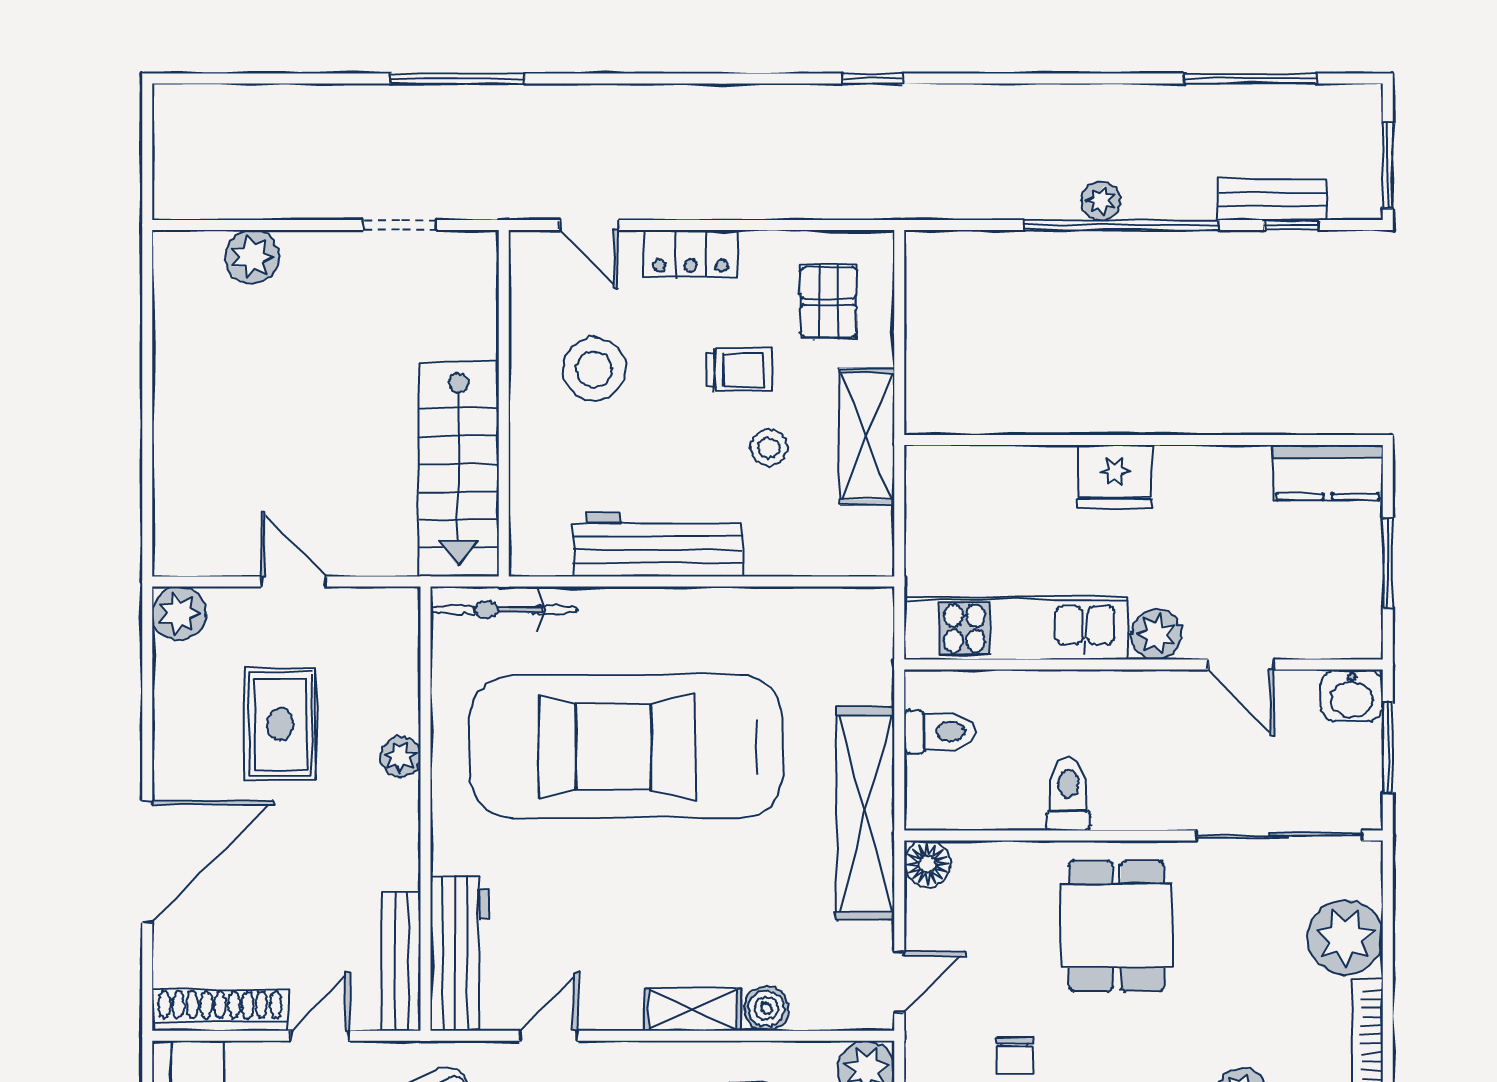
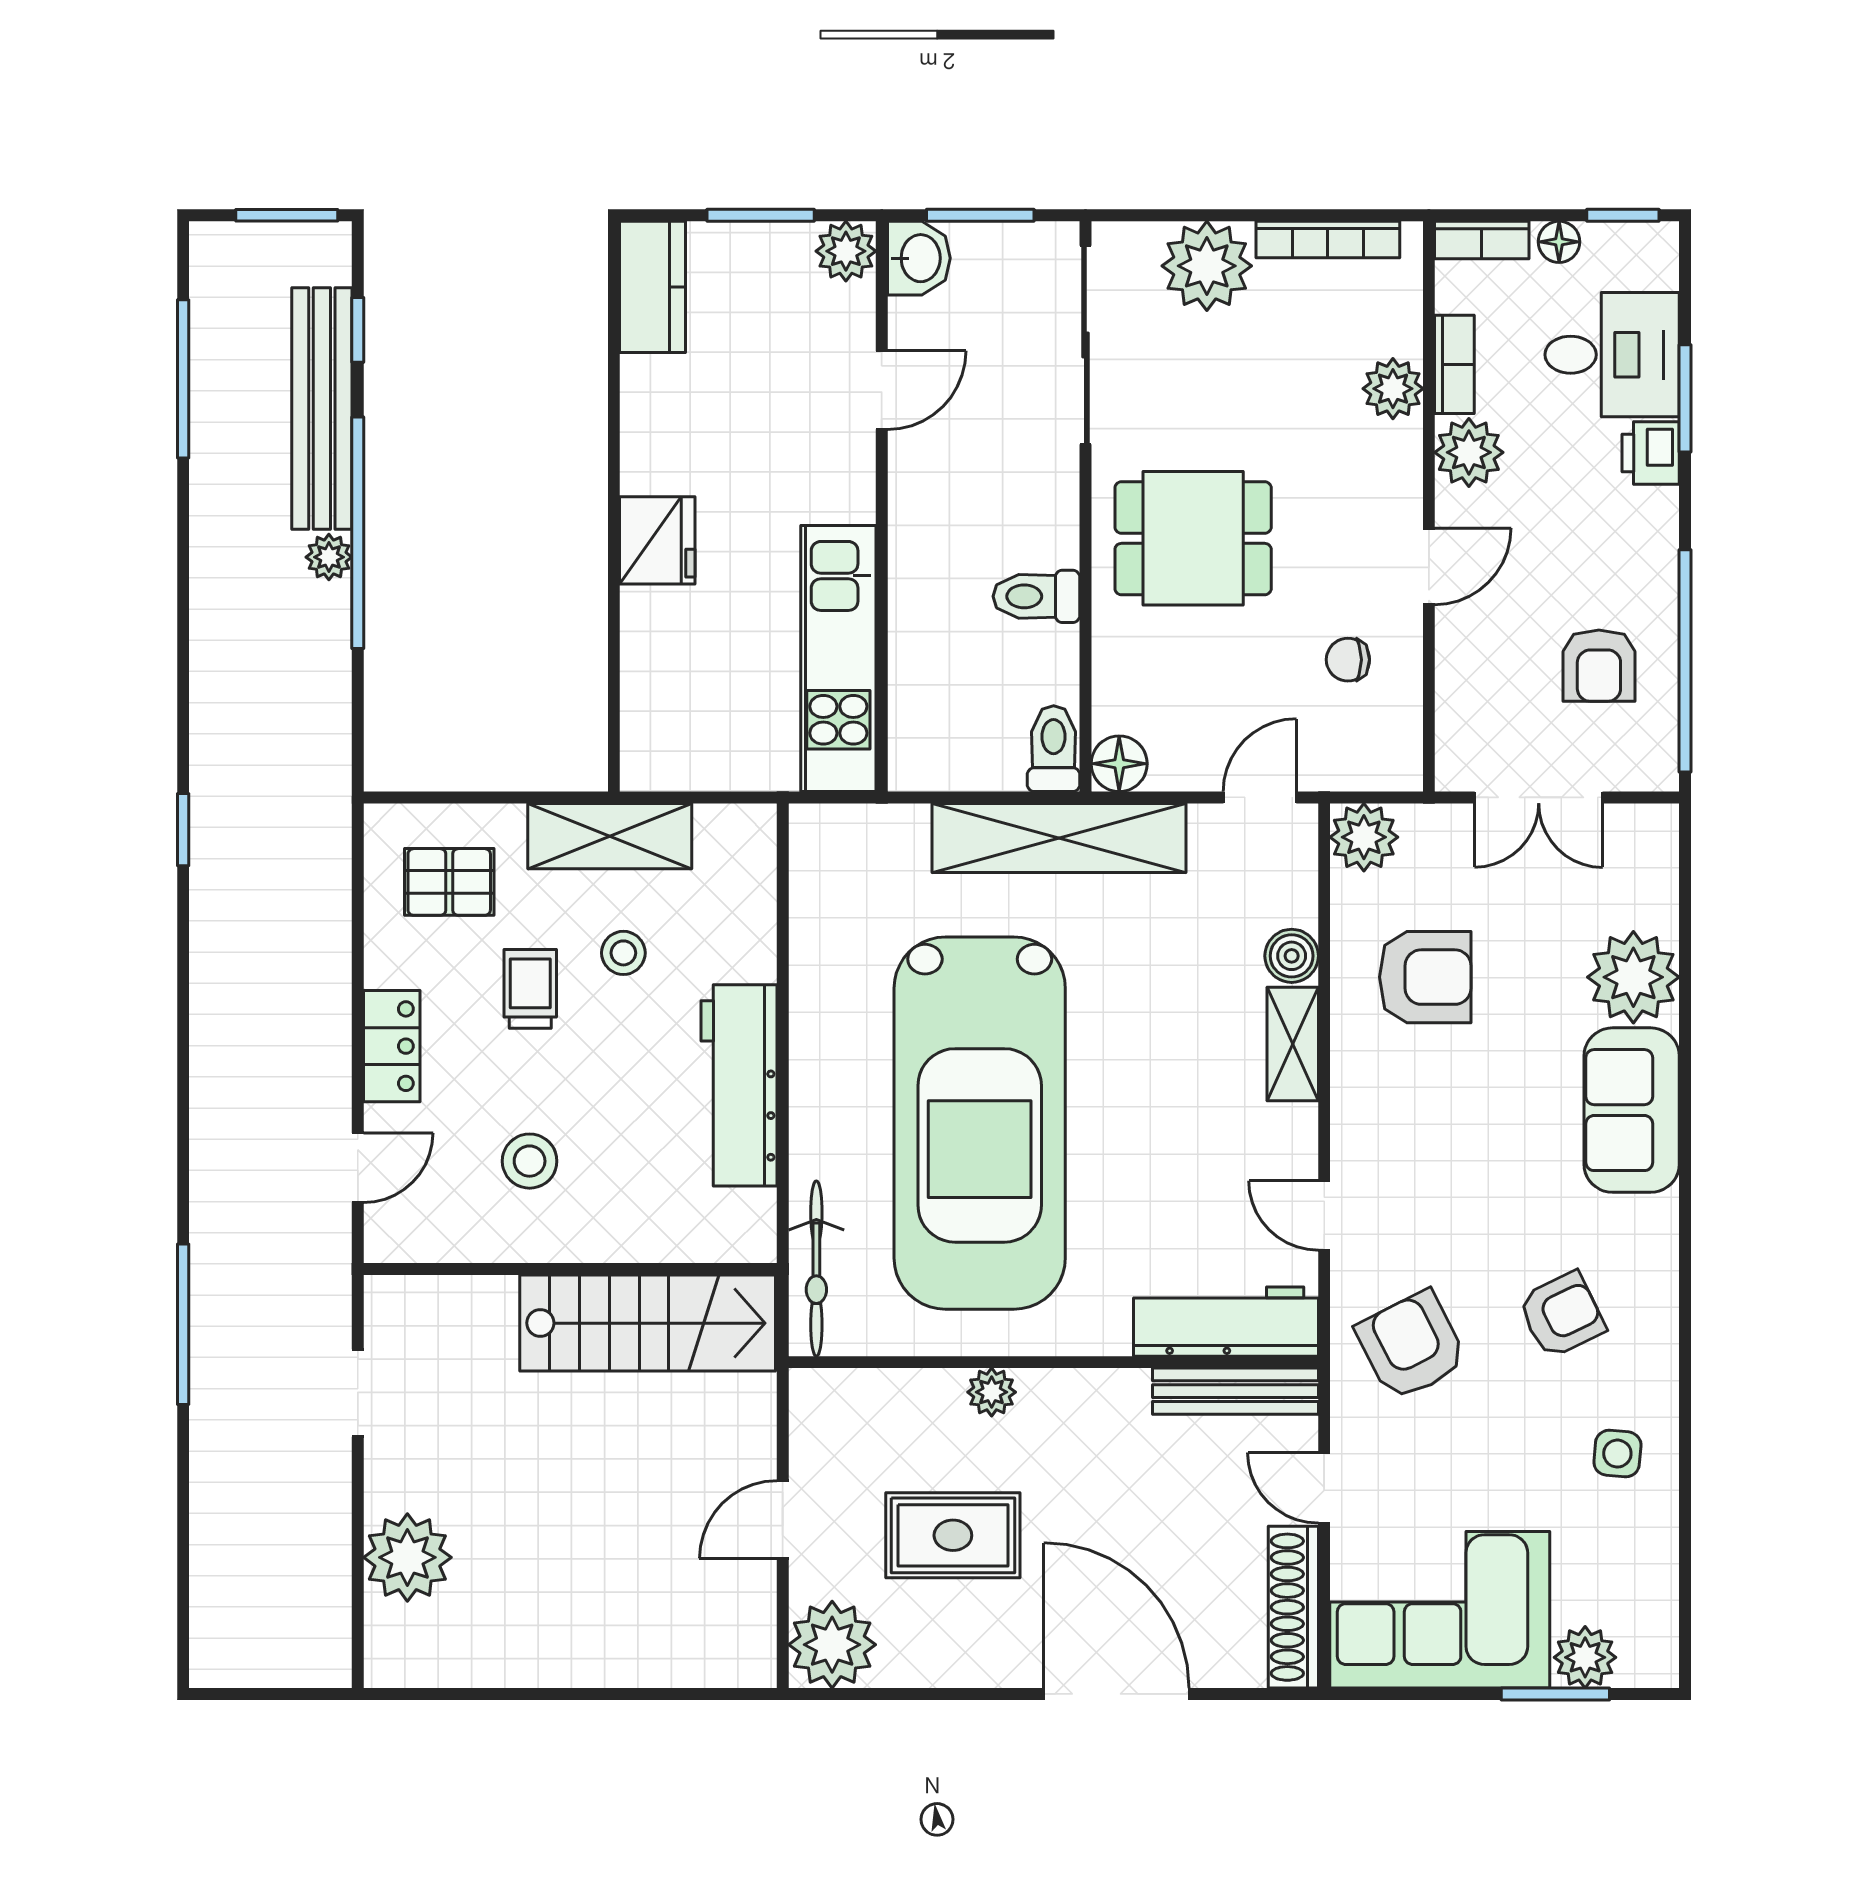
bench: (1273, 199) -> (322, 409), width x1.86, depth x1.21
plant: (252, 257) -> (407, 1557), width x1.36, depth x1.36
stool: (594, 369) -> (530, 1161), width x0.73, depth x0.73
plant: (179, 613) -> (832, 1645), width x1.36, depth x1.36
plant: (1157, 635) -> (846, 251), moved
toilet: (940, 732) -> (1054, 749), moved
door: (899, 982) -> (1260, 797), hinge flipped
chair: (1015, 1056) -> (1348, 660), turned 180

